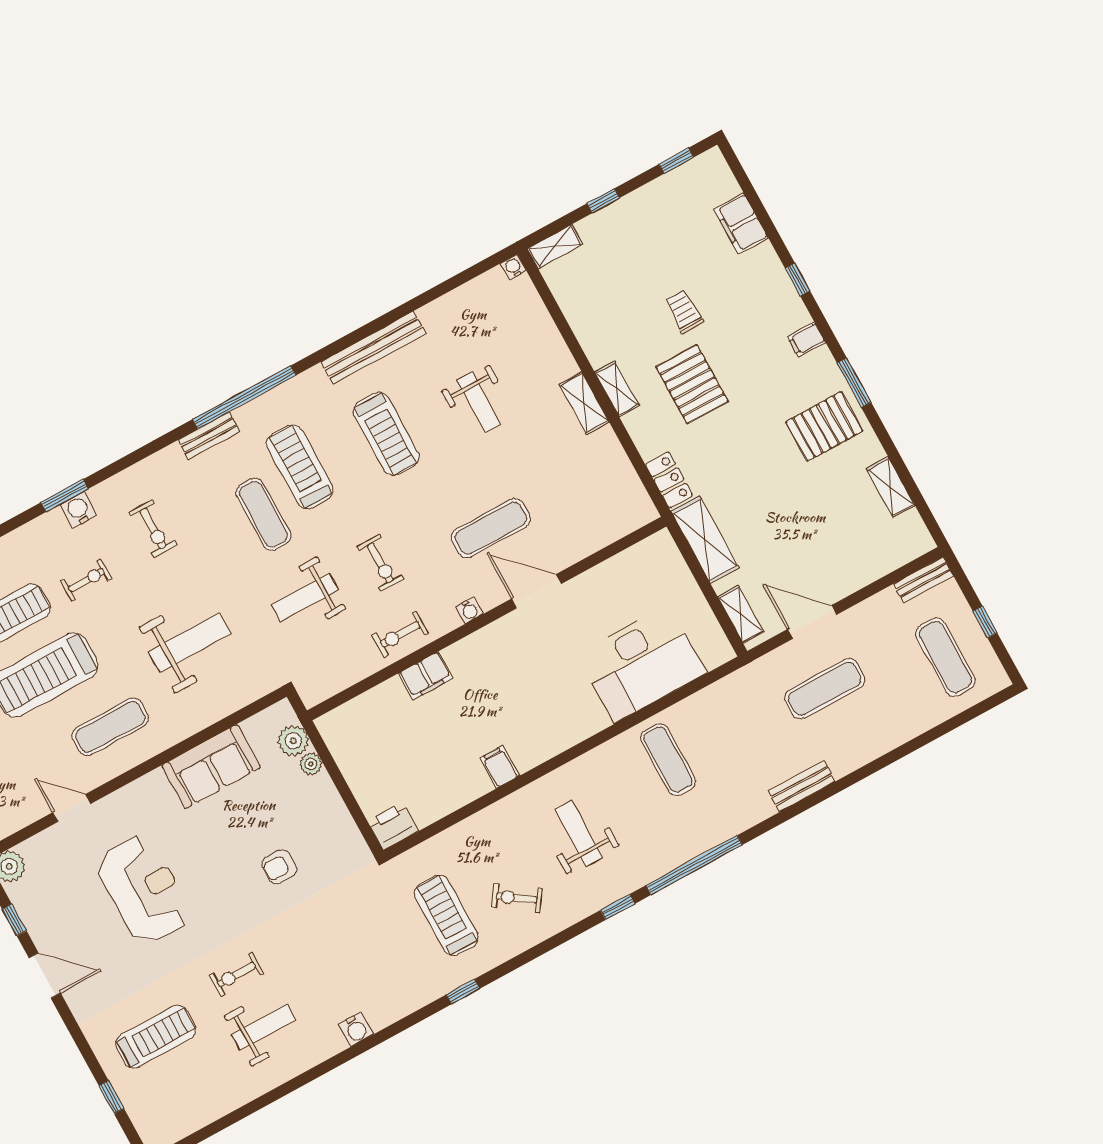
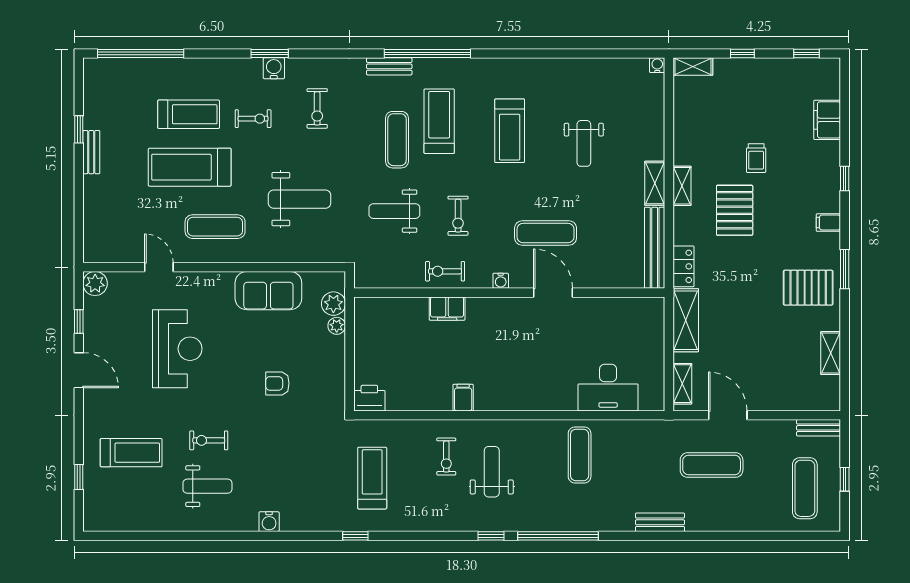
trolley: (684, 311) -> (756, 158), turned 180
bench: (374, 348) -> (655, 248), moved, turned 90
desk: (642, 664) -> (608, 388), width x0.73, depth x0.77
exercise bike: (517, 898) -> (446, 457), moved, turned -125

